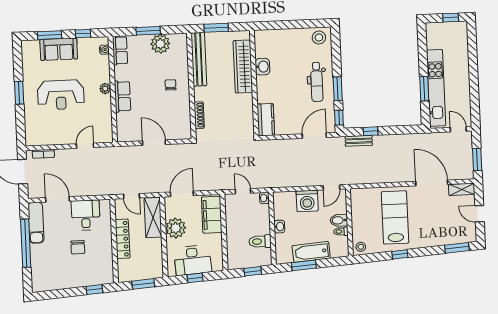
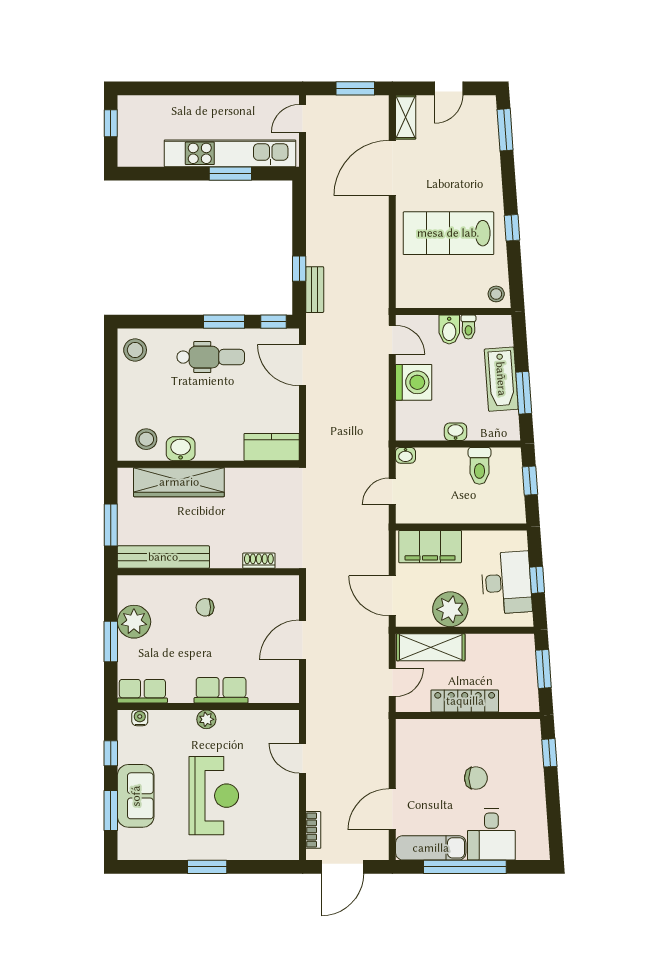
stool: (267, 46) -> (146, 439), added
shoe rack: (199, 115) -> (259, 561), width x0.70
desk: (86, 215) -> (491, 835), moved, turned -90

